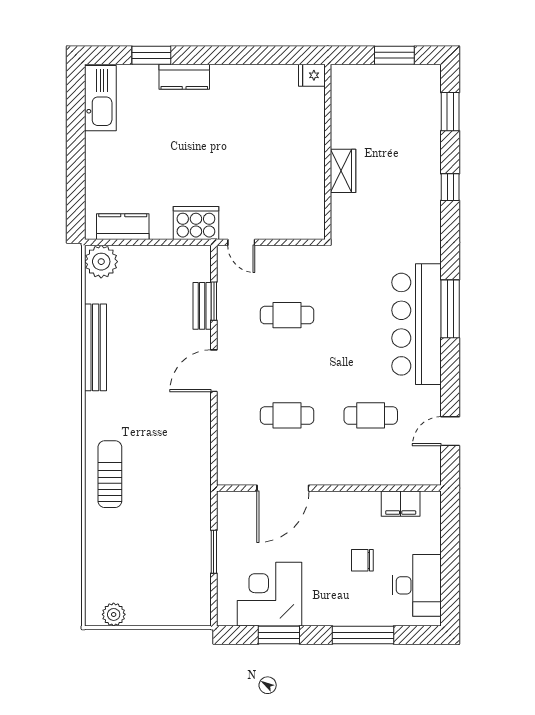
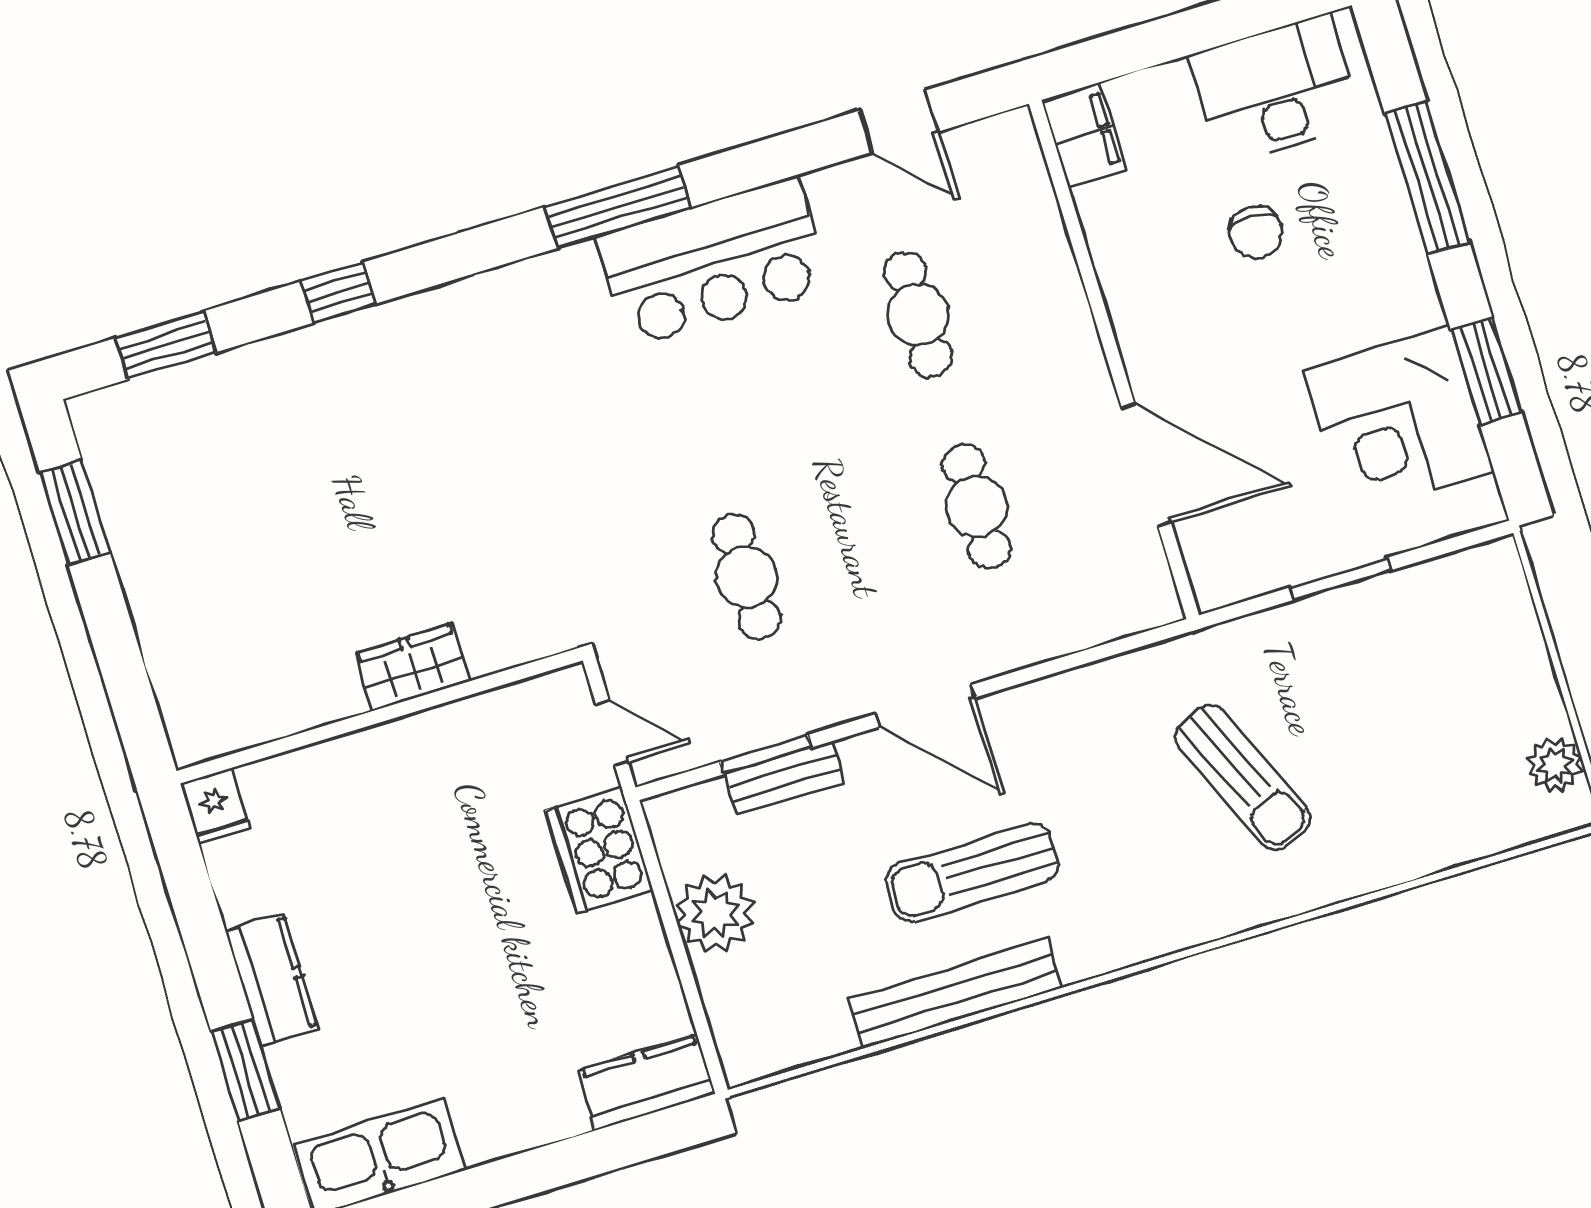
fridge: (312, 75) -> (215, 806), moved
wall: (328, 152) -> (380, 716), moved
wardrobe: (343, 171) -> (412, 667), moved
kitchen counter: (123, 227) -> (647, 1082), moved, turned 90
door: (241, 242) -> (612, 733), hinge flipped
plant: (101, 262) -> (715, 913), moved
bar counter: (417, 324) -> (713, 262), width x0.73
sun lounger: (142, 369) -> (972, 872), added
sun lounger: (110, 474) -> (1243, 778), moved, turned -114
filing cabinet: (401, 504) -> (1084, 135), moved

